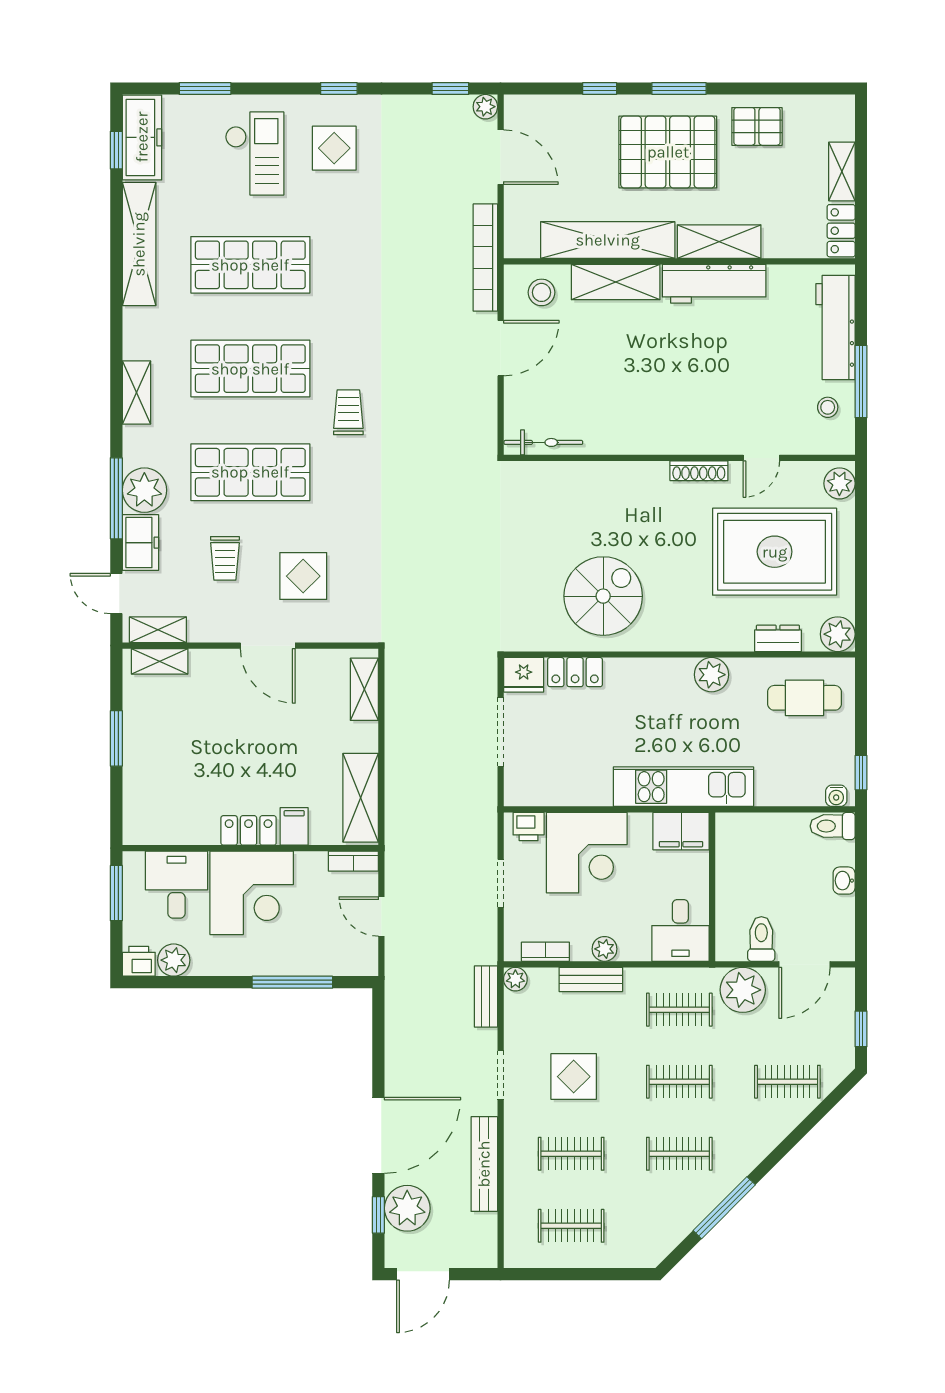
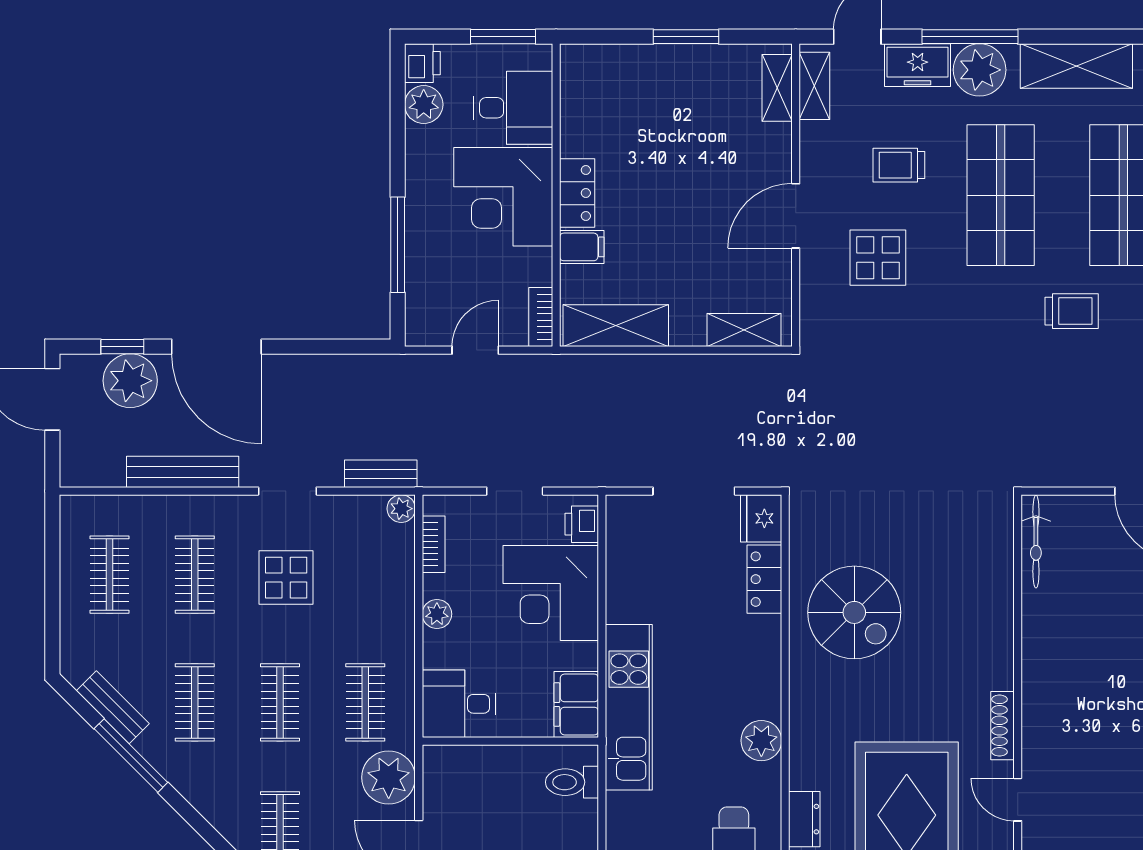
shelving: (136, 393) -> (1076, 66), width x1.50, depth x1.33
toilet: (761, 939) -> (572, 782), moved, turned 180
bench: (591, 979) -> (113, 707), moved, turned -45

